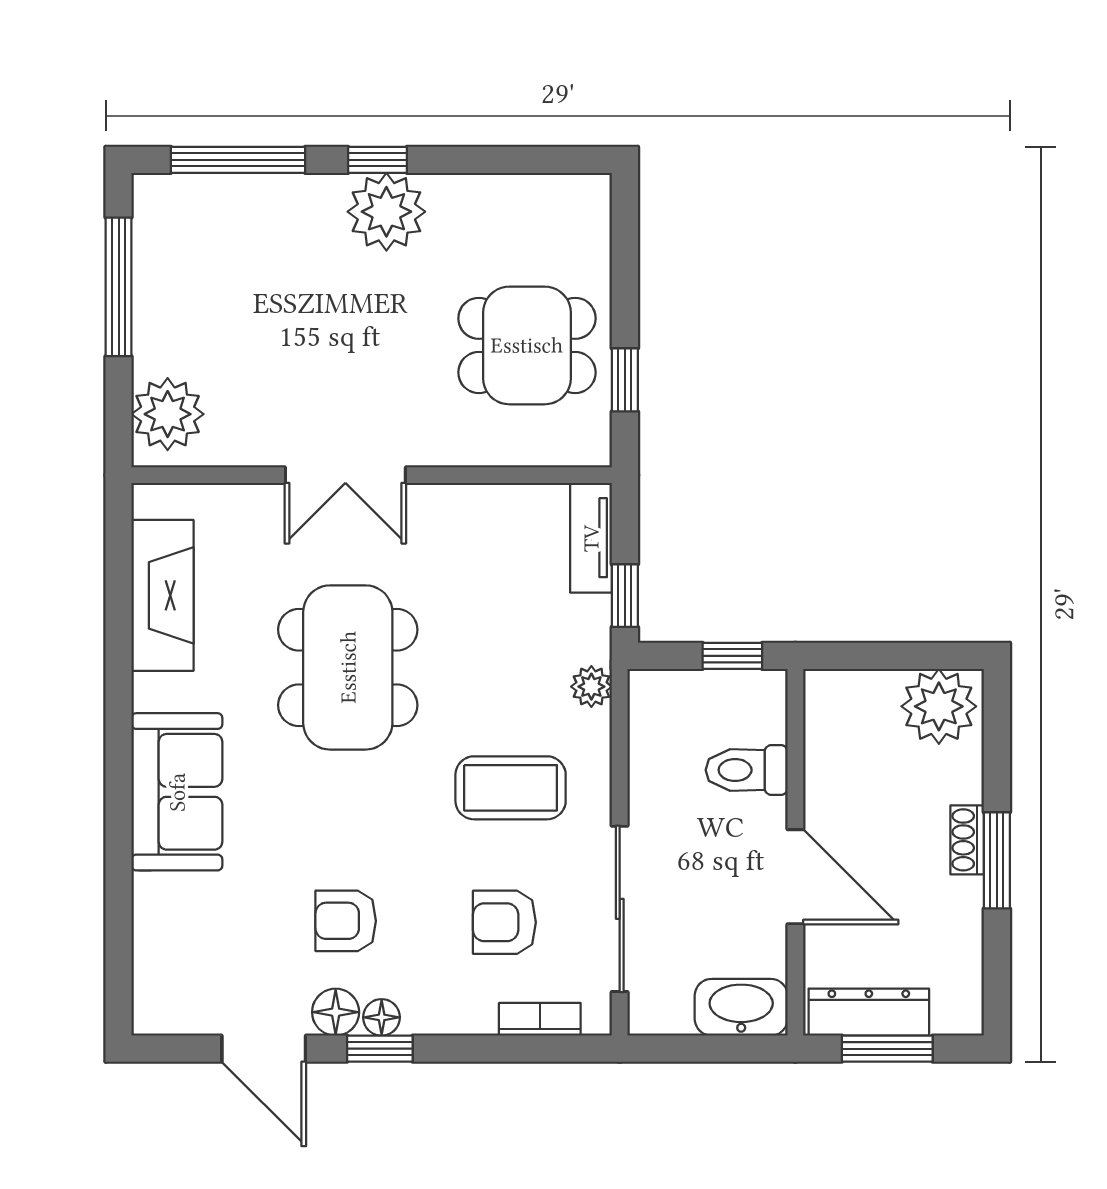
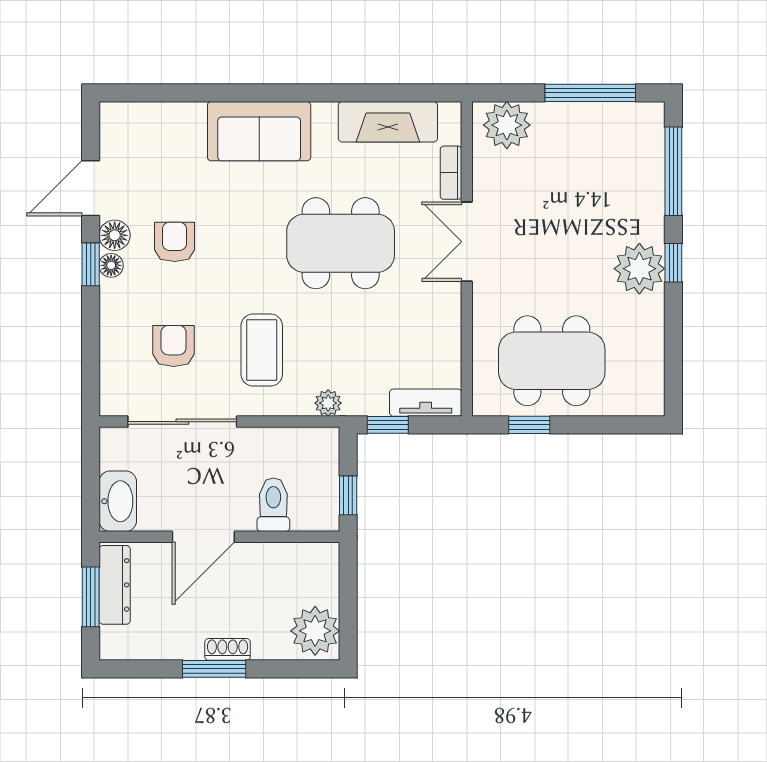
dining table: (527, 345) -> (552, 361), width x1.38
bookcase: (540, 1019) -> (451, 173), moved, turned 180

